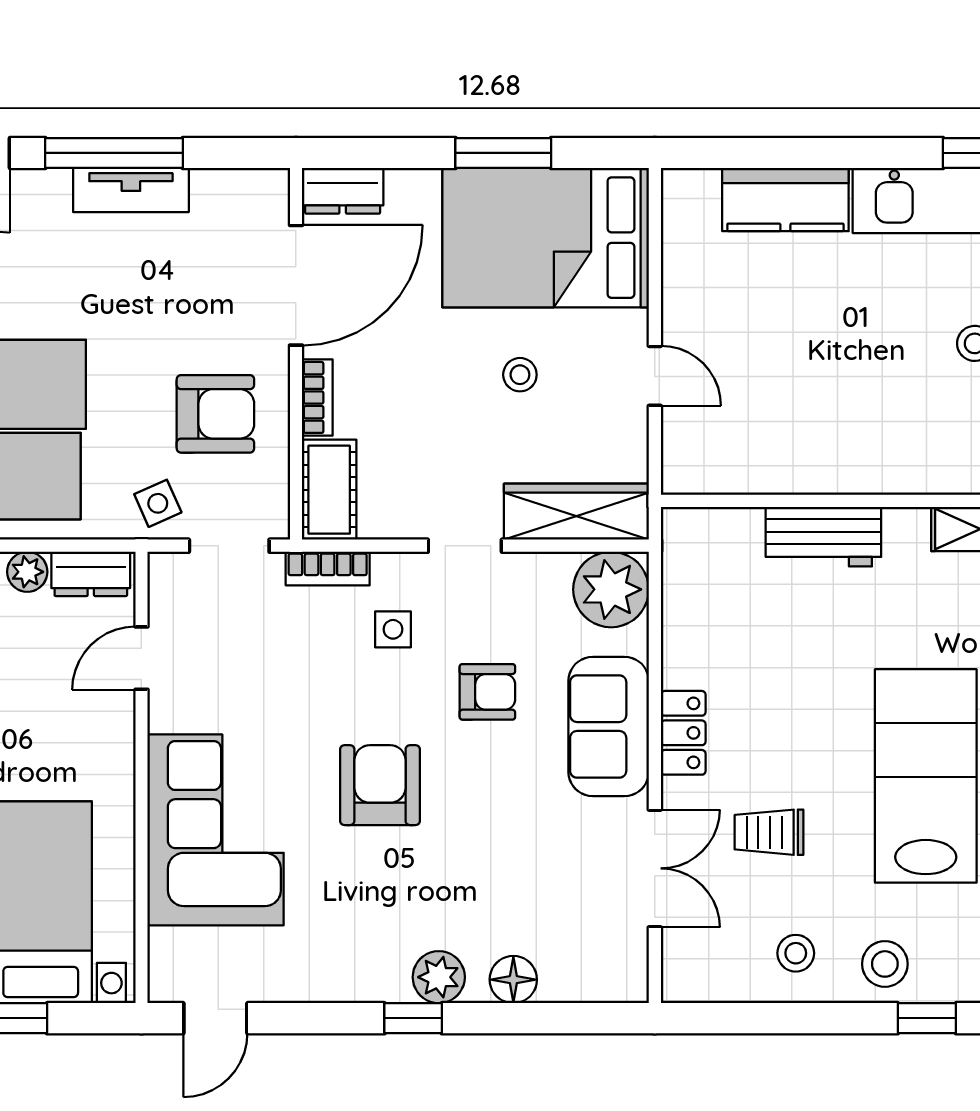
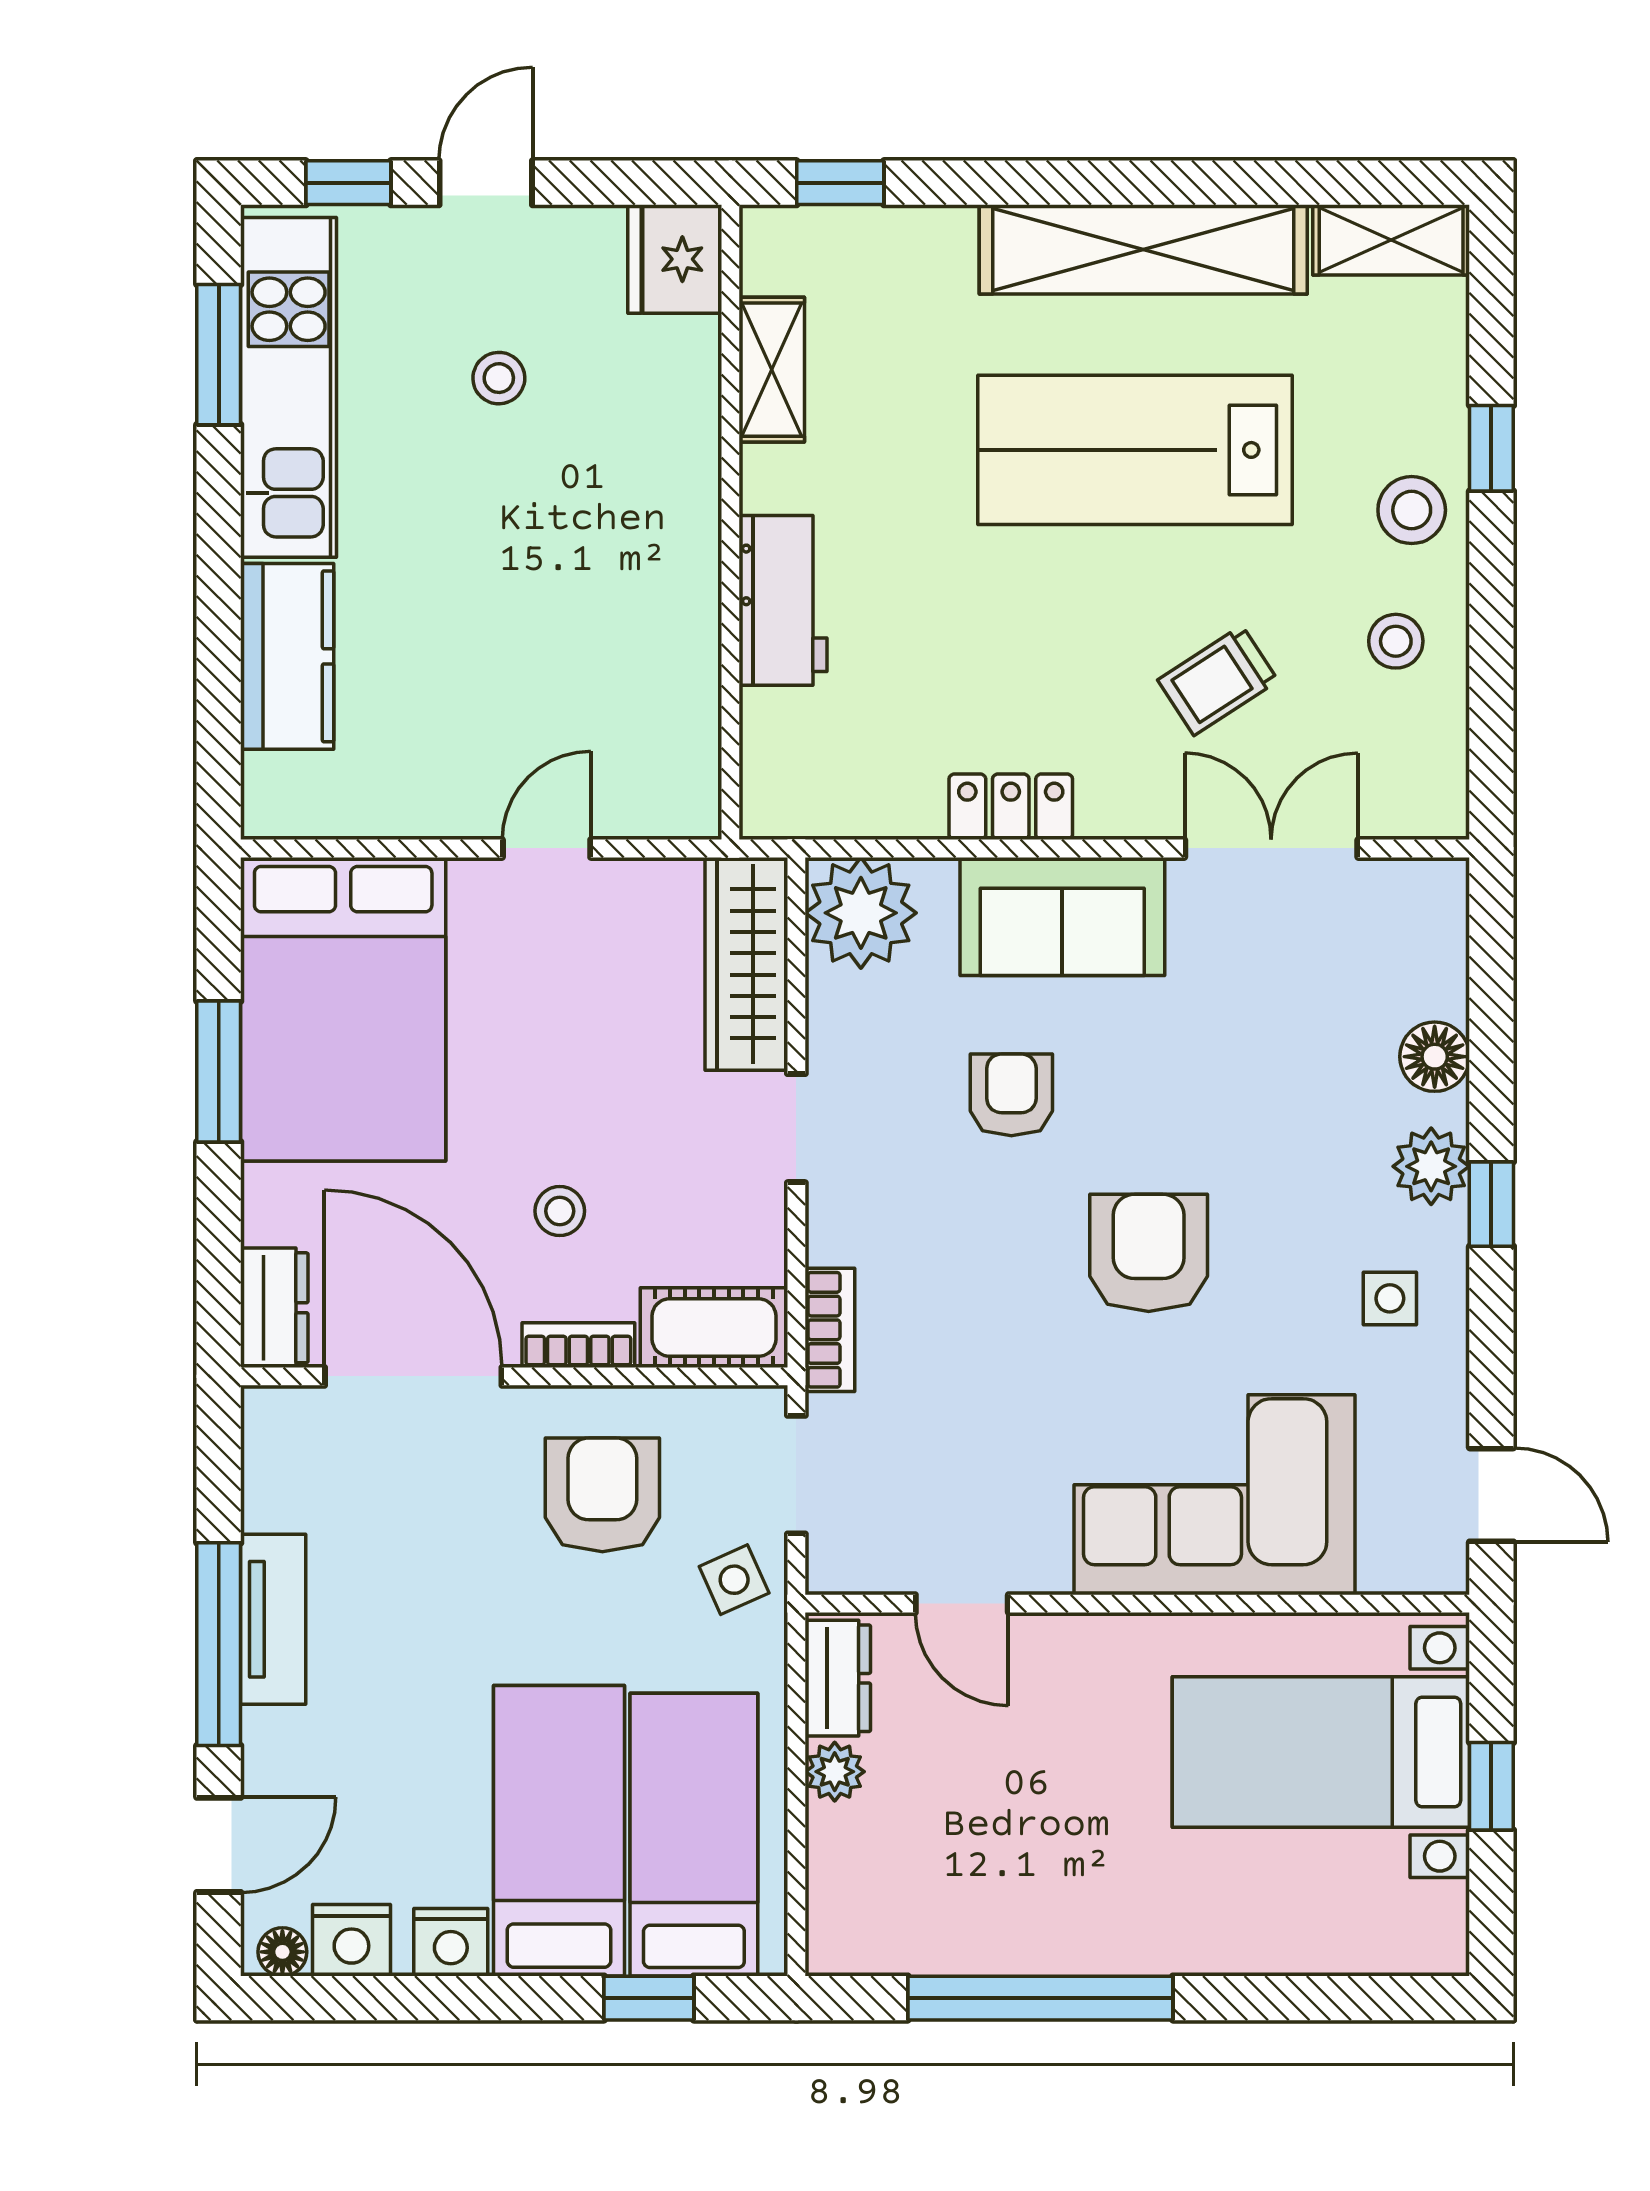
stool: (520, 375) -> (560, 1211), moved
side table: (393, 629) -> (1390, 1298), moved
locker: (683, 733) -> (1011, 807), moved
armchair: (380, 785) -> (1149, 1253), turned 90
trolley: (769, 832) -> (1218, 681), turned 57

